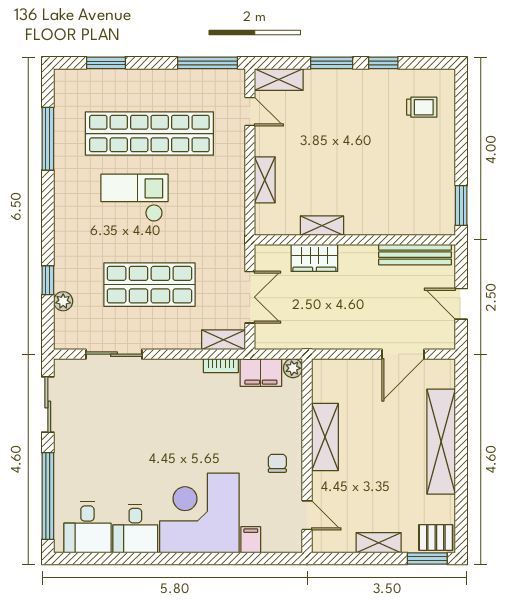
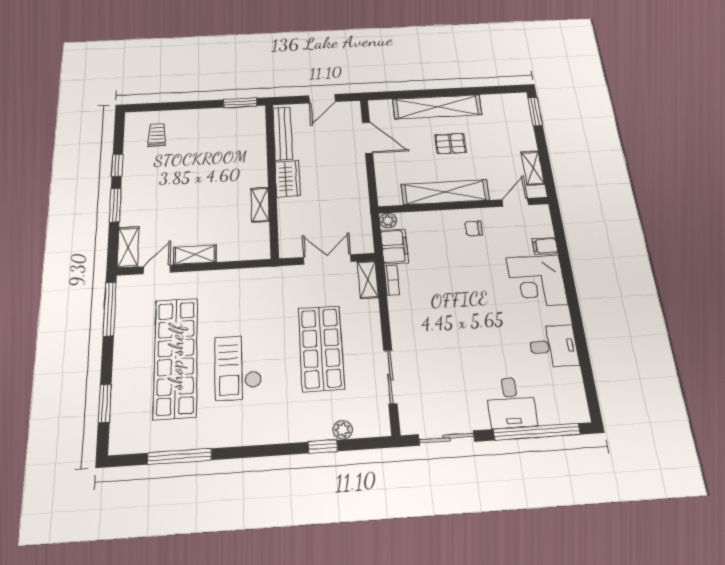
shelving: (265, 180) -> (195, 255), moved
wardrobe: (314, 258) -> (288, 179), moved
shelving: (325, 437) -> (445, 192), width x1.47
corner desk: (199, 513) -> (537, 281), width x0.74, depth x0.74
desk: (87, 527) -> (511, 403), moved, turned 90
pallet: (436, 537) -> (451, 144), moved, turned 90
shelving: (379, 543) -> (533, 168), moved

